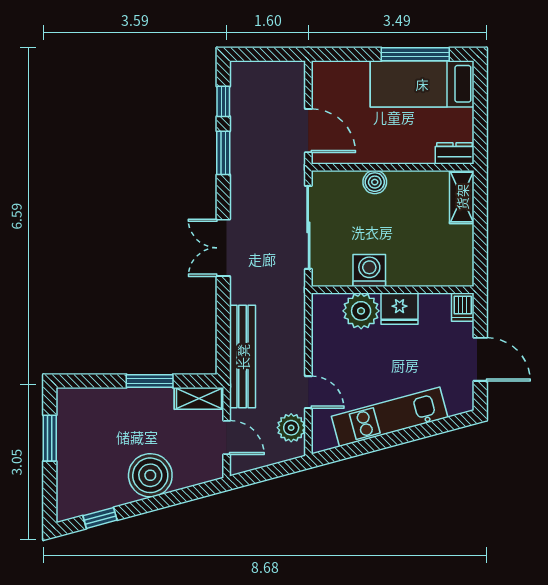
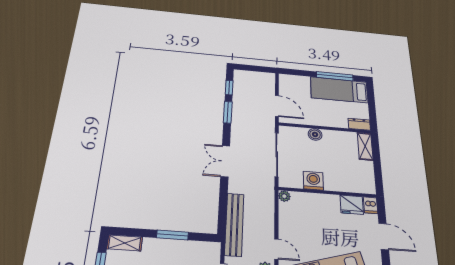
fridge: (400, 309) -> (352, 205), moved
plant: (361, 311) -> (284, 196), moved, width x0.53, depth x0.53
shelving: (199, 398) -> (125, 243), moved

